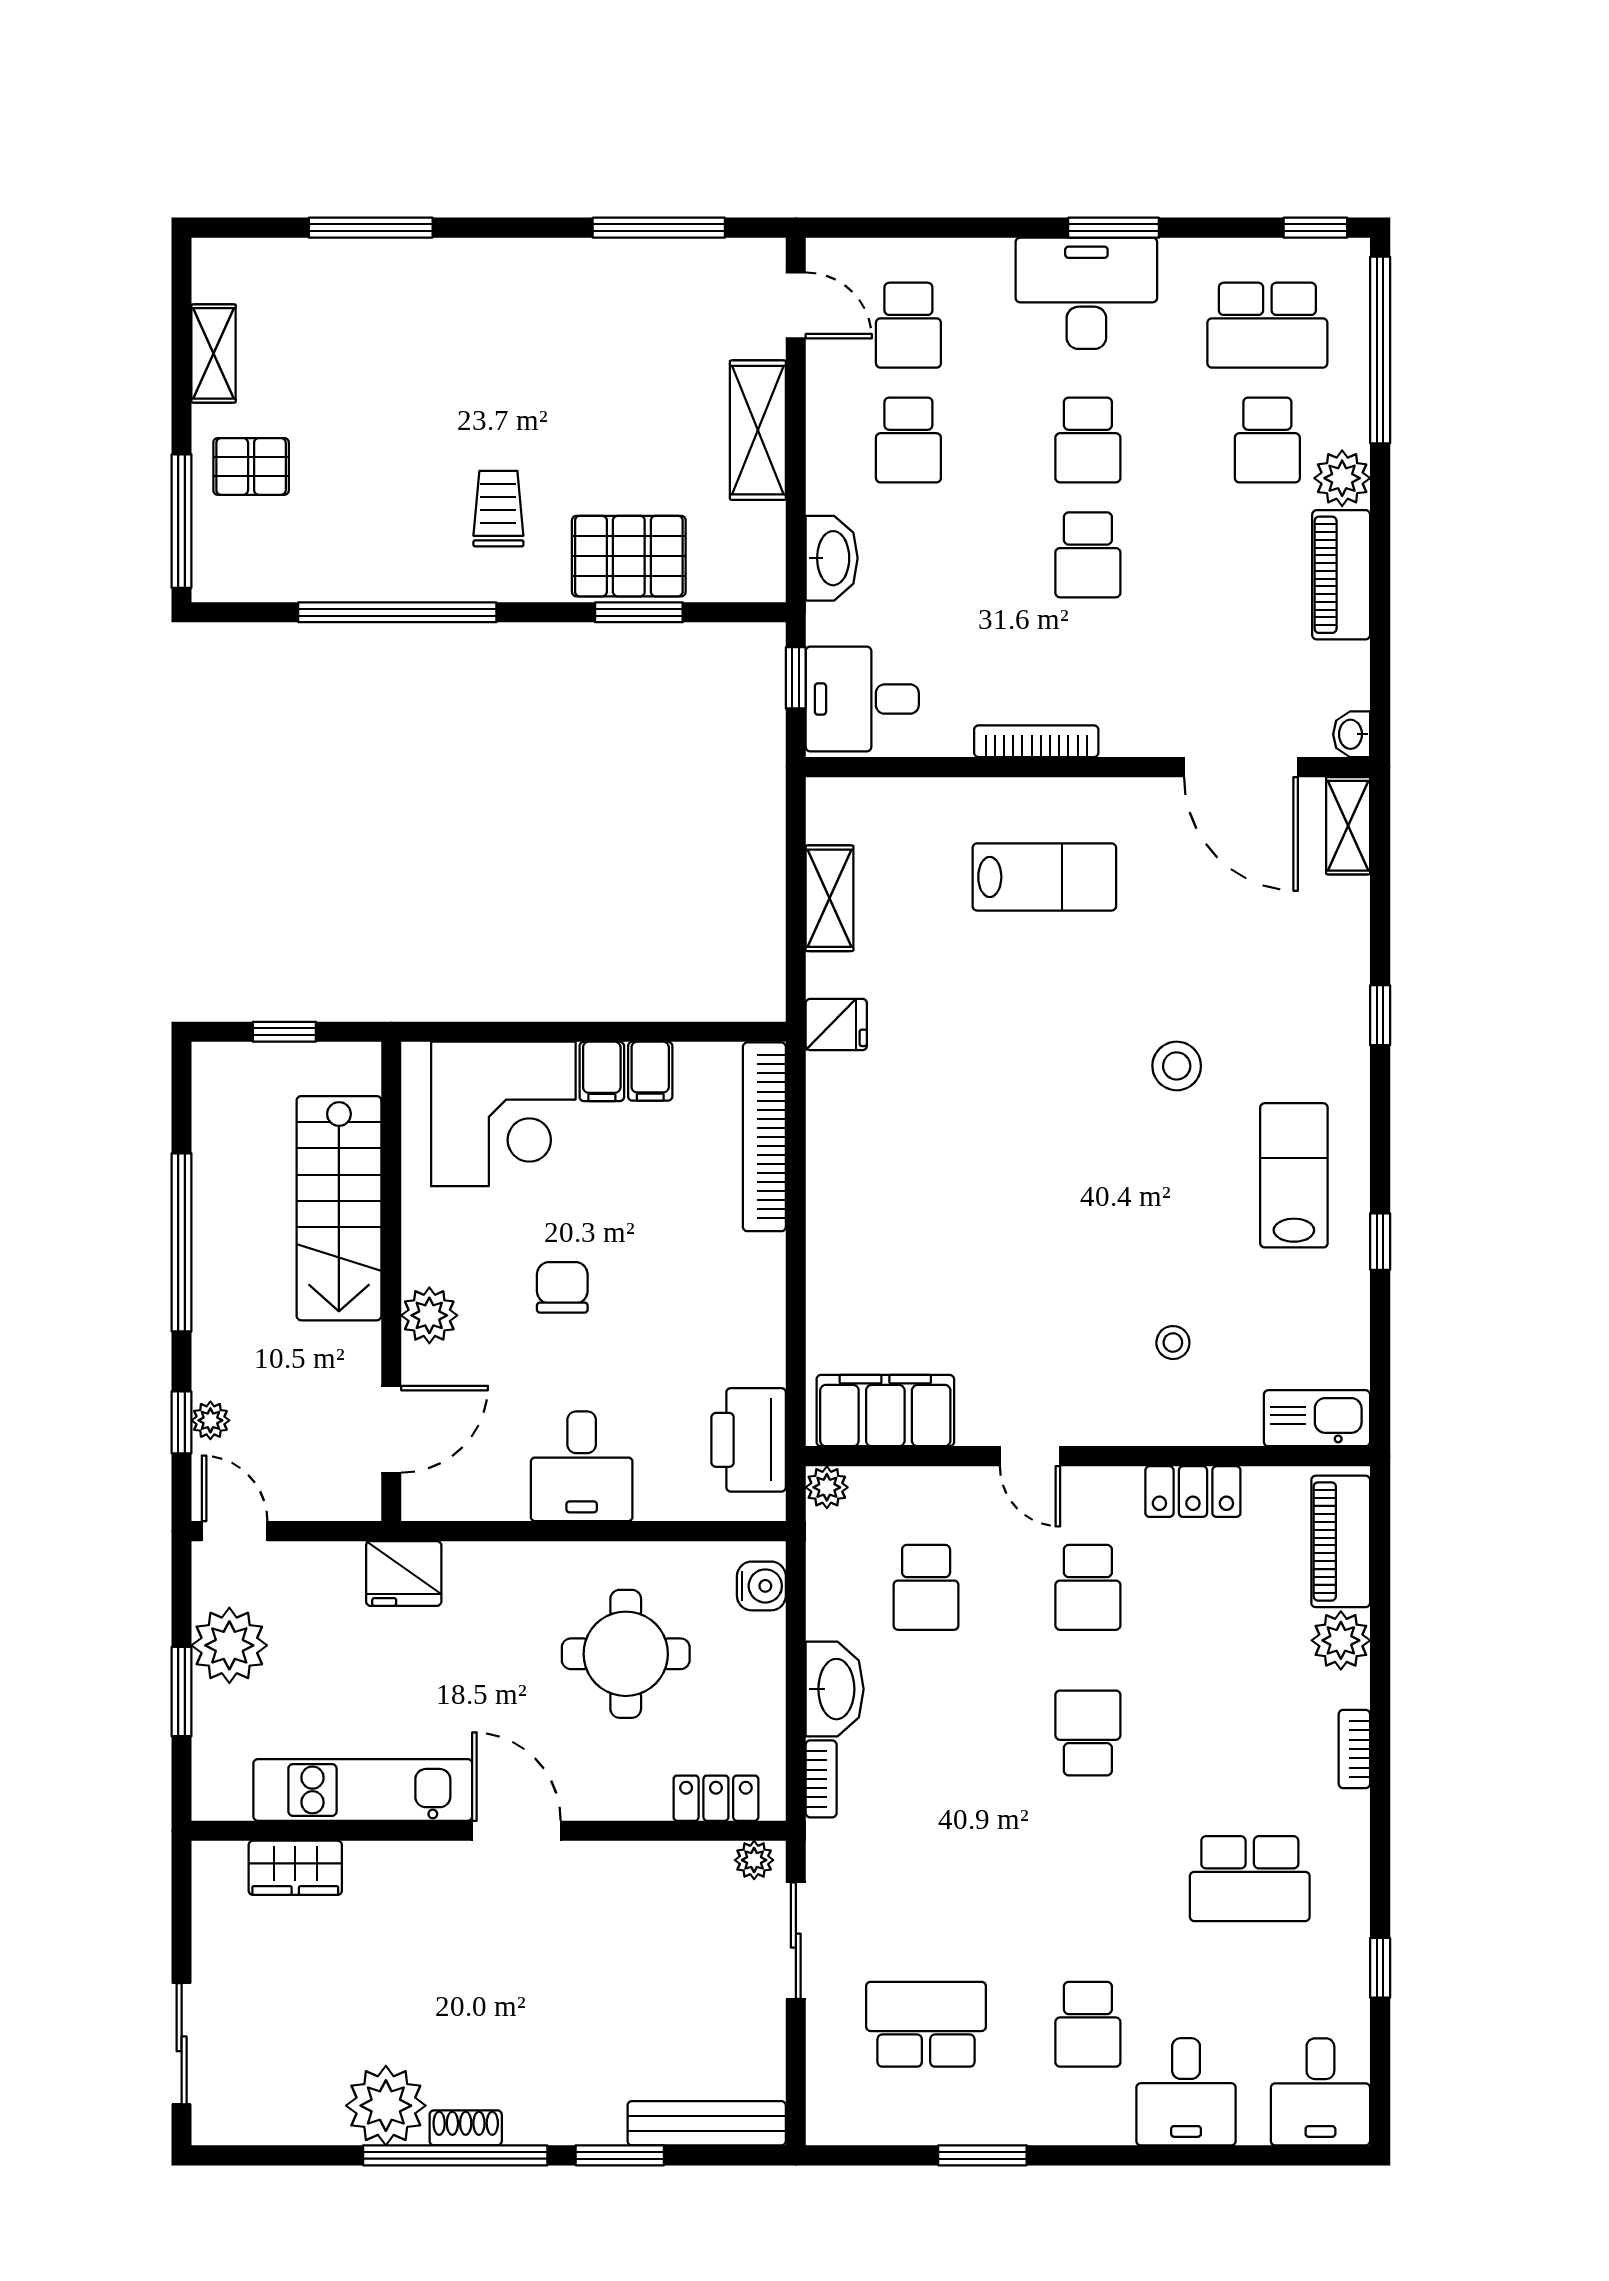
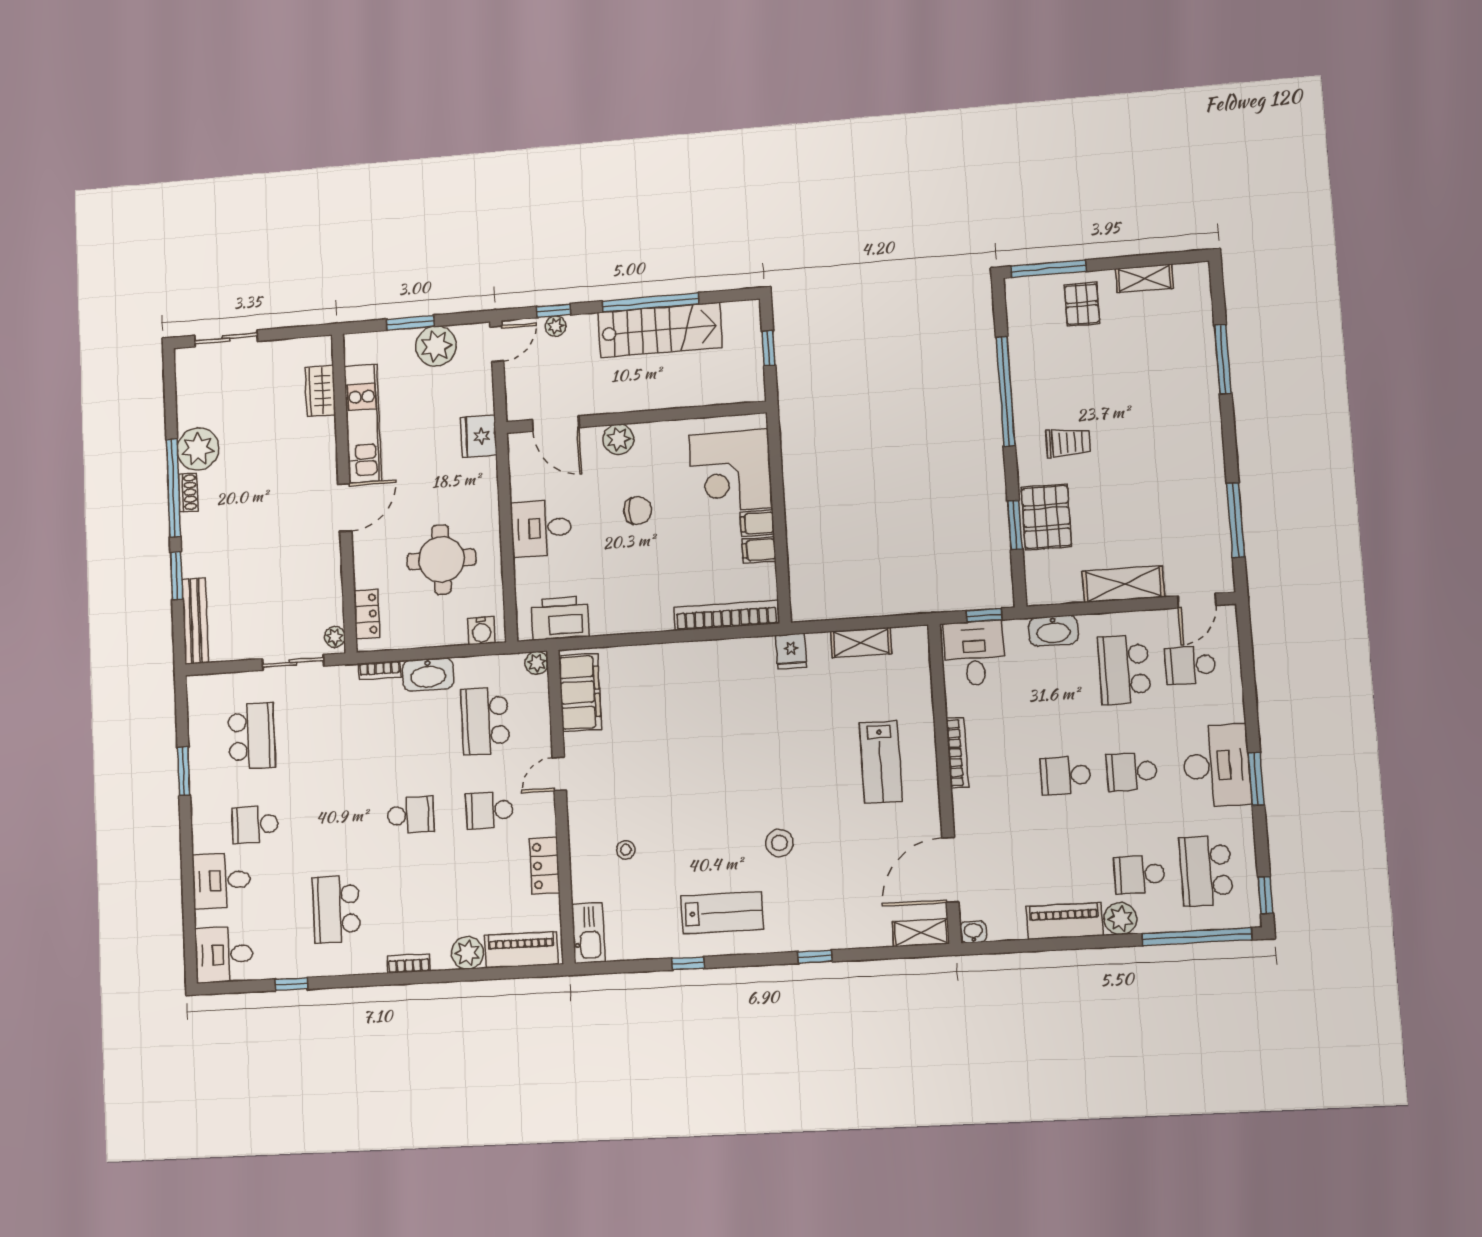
school desk: (908, 440) -> (1124, 670), width x1.85
stairs: (339, 1208) -> (660, 330), moved, turned 180
school desk: (926, 1587) -> (485, 721), width x1.85

